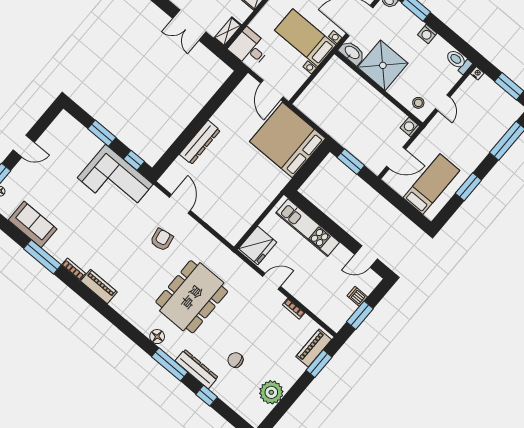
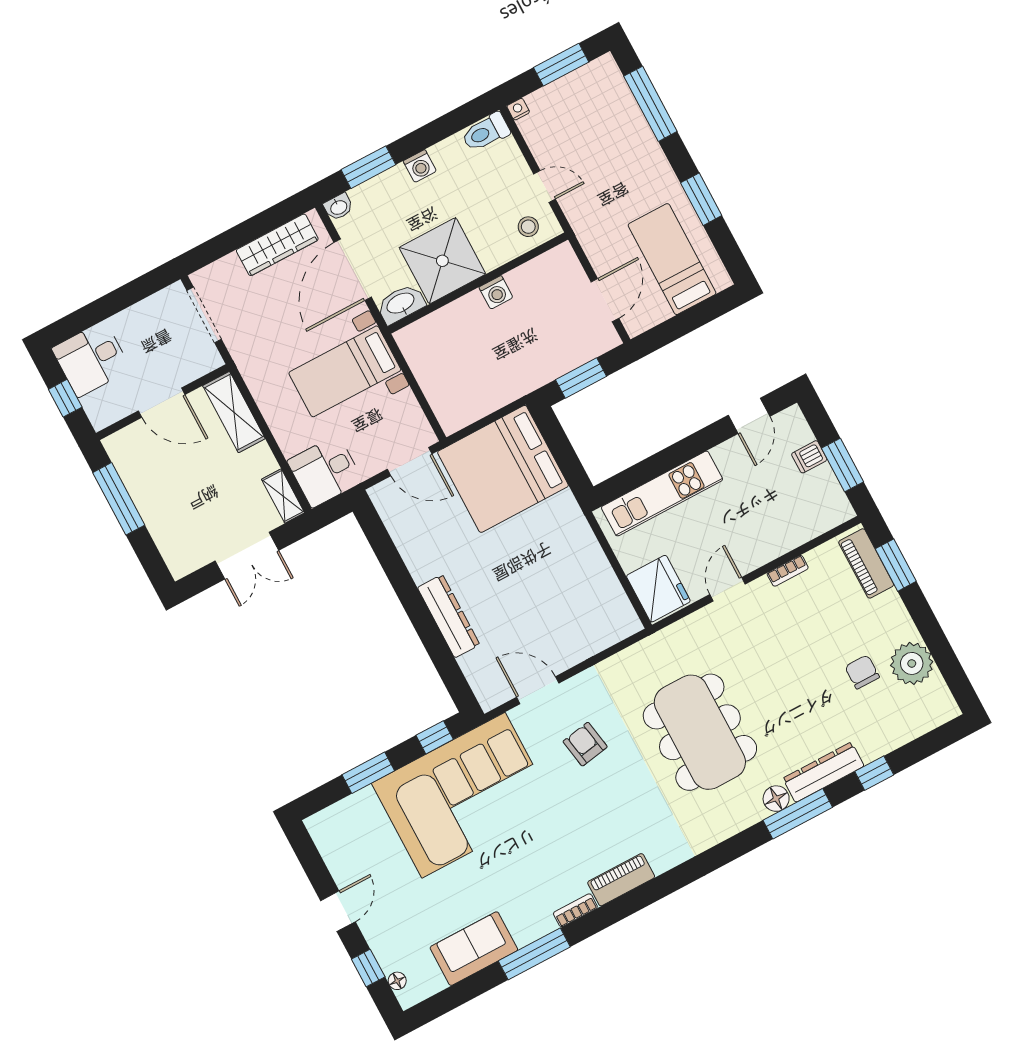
washing machine: (410, 127) -> (496, 292), moved, turned -90
corner sofa: (115, 181) -> (463, 795), width x1.36, depth x1.36
floor lamp: (157, 337) -> (776, 799), moved
chair: (235, 360) -> (862, 672), moved, turned 95

